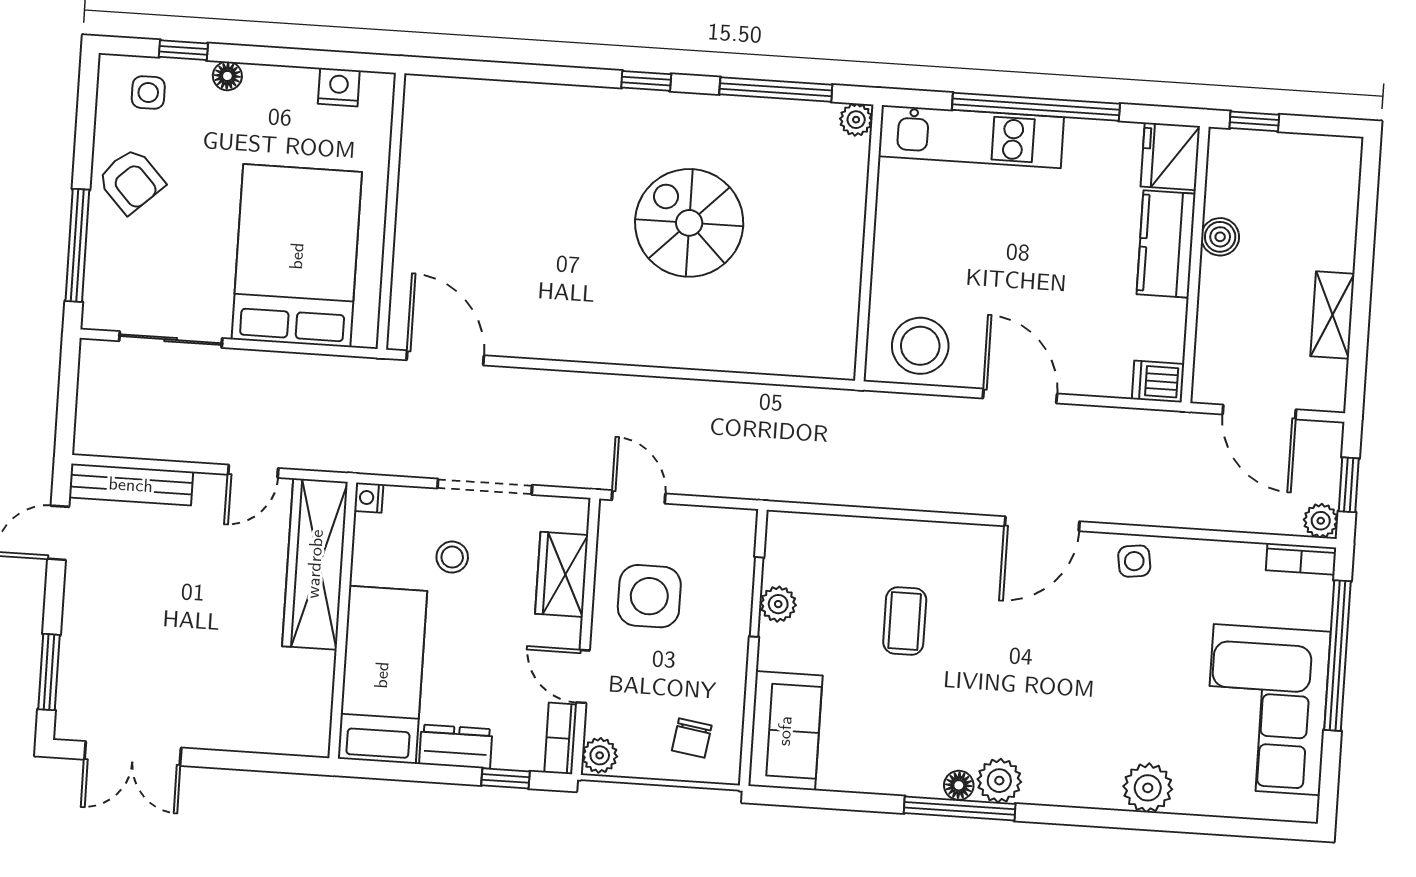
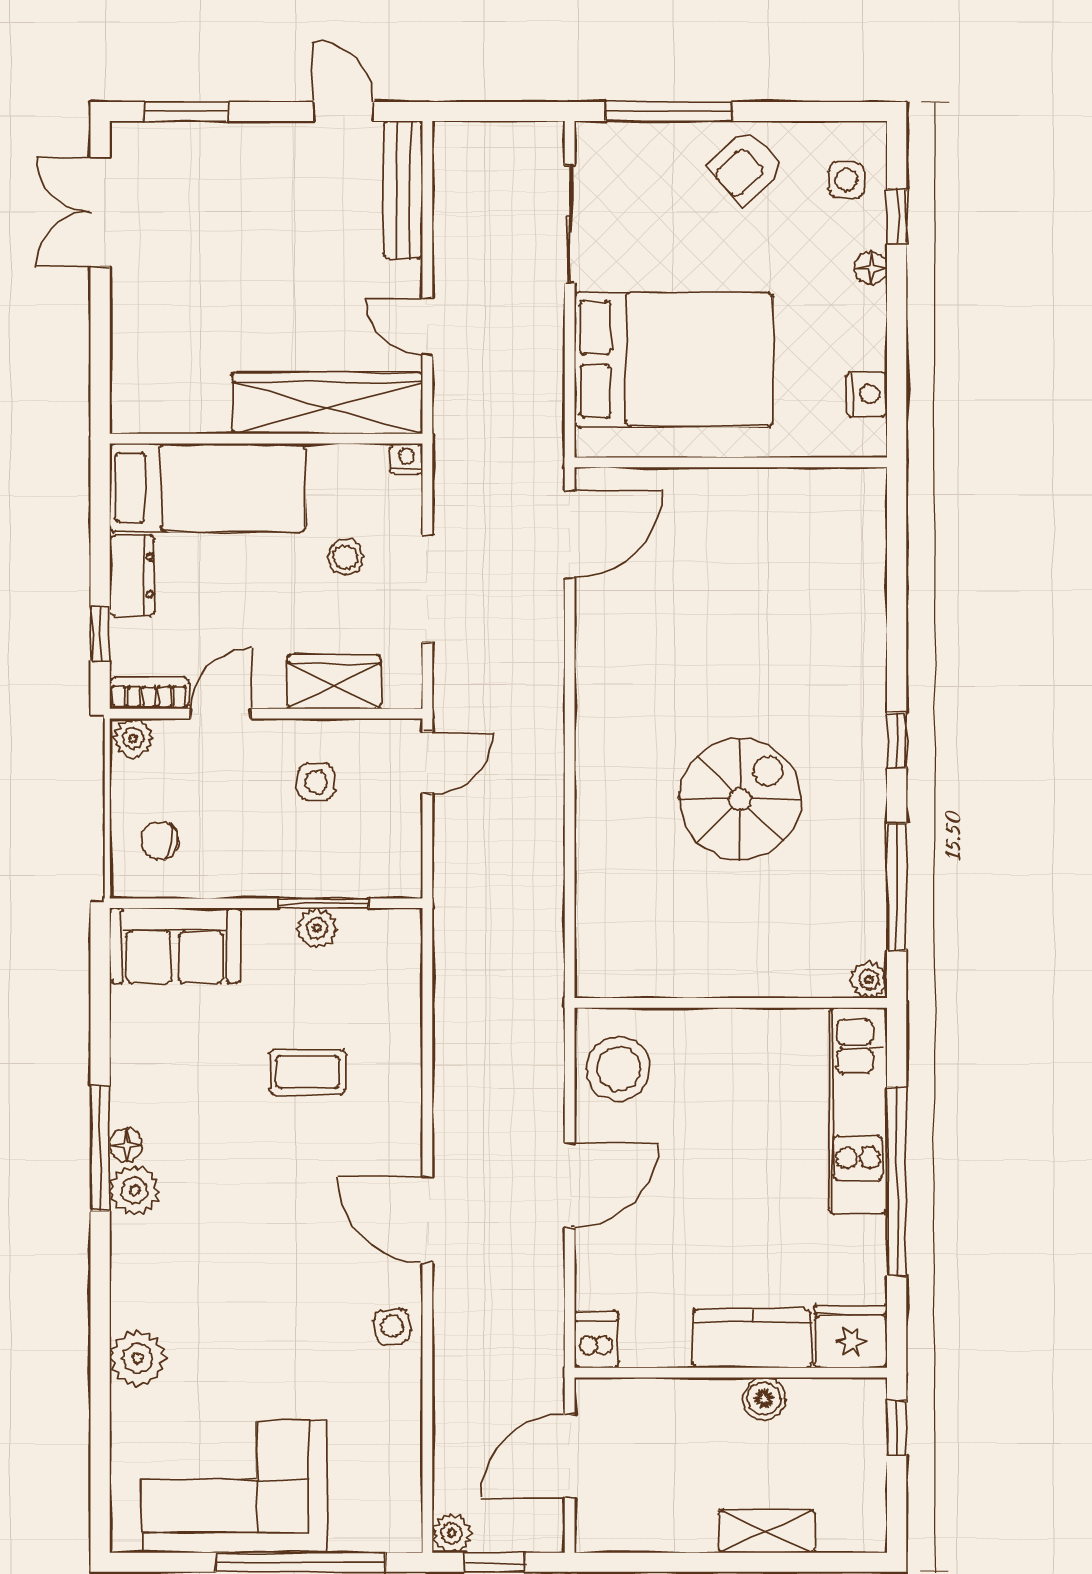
shelving: (1332, 315) -> (767, 1531), moved
bookcase: (1301, 559) -> (407, 1514), removed
side table: (649, 596) -> (316, 782), width x0.54, depth x0.54

